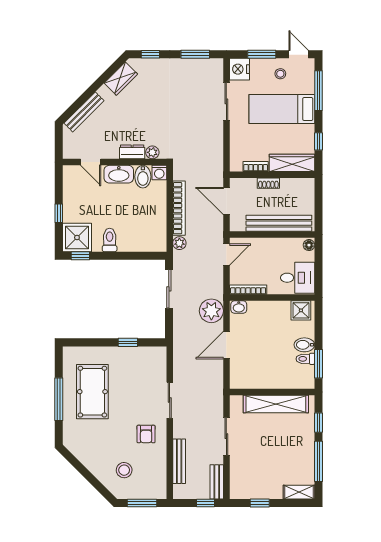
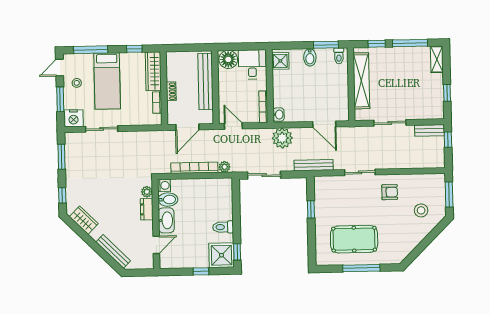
floor lamp: (309, 245) -> (228, 59), width x1.89, depth x1.89
door: (226, 345) -> (324, 124), moved
toilet: (305, 359) -> (339, 56), moved
bench: (179, 461) -> (314, 165), moved

